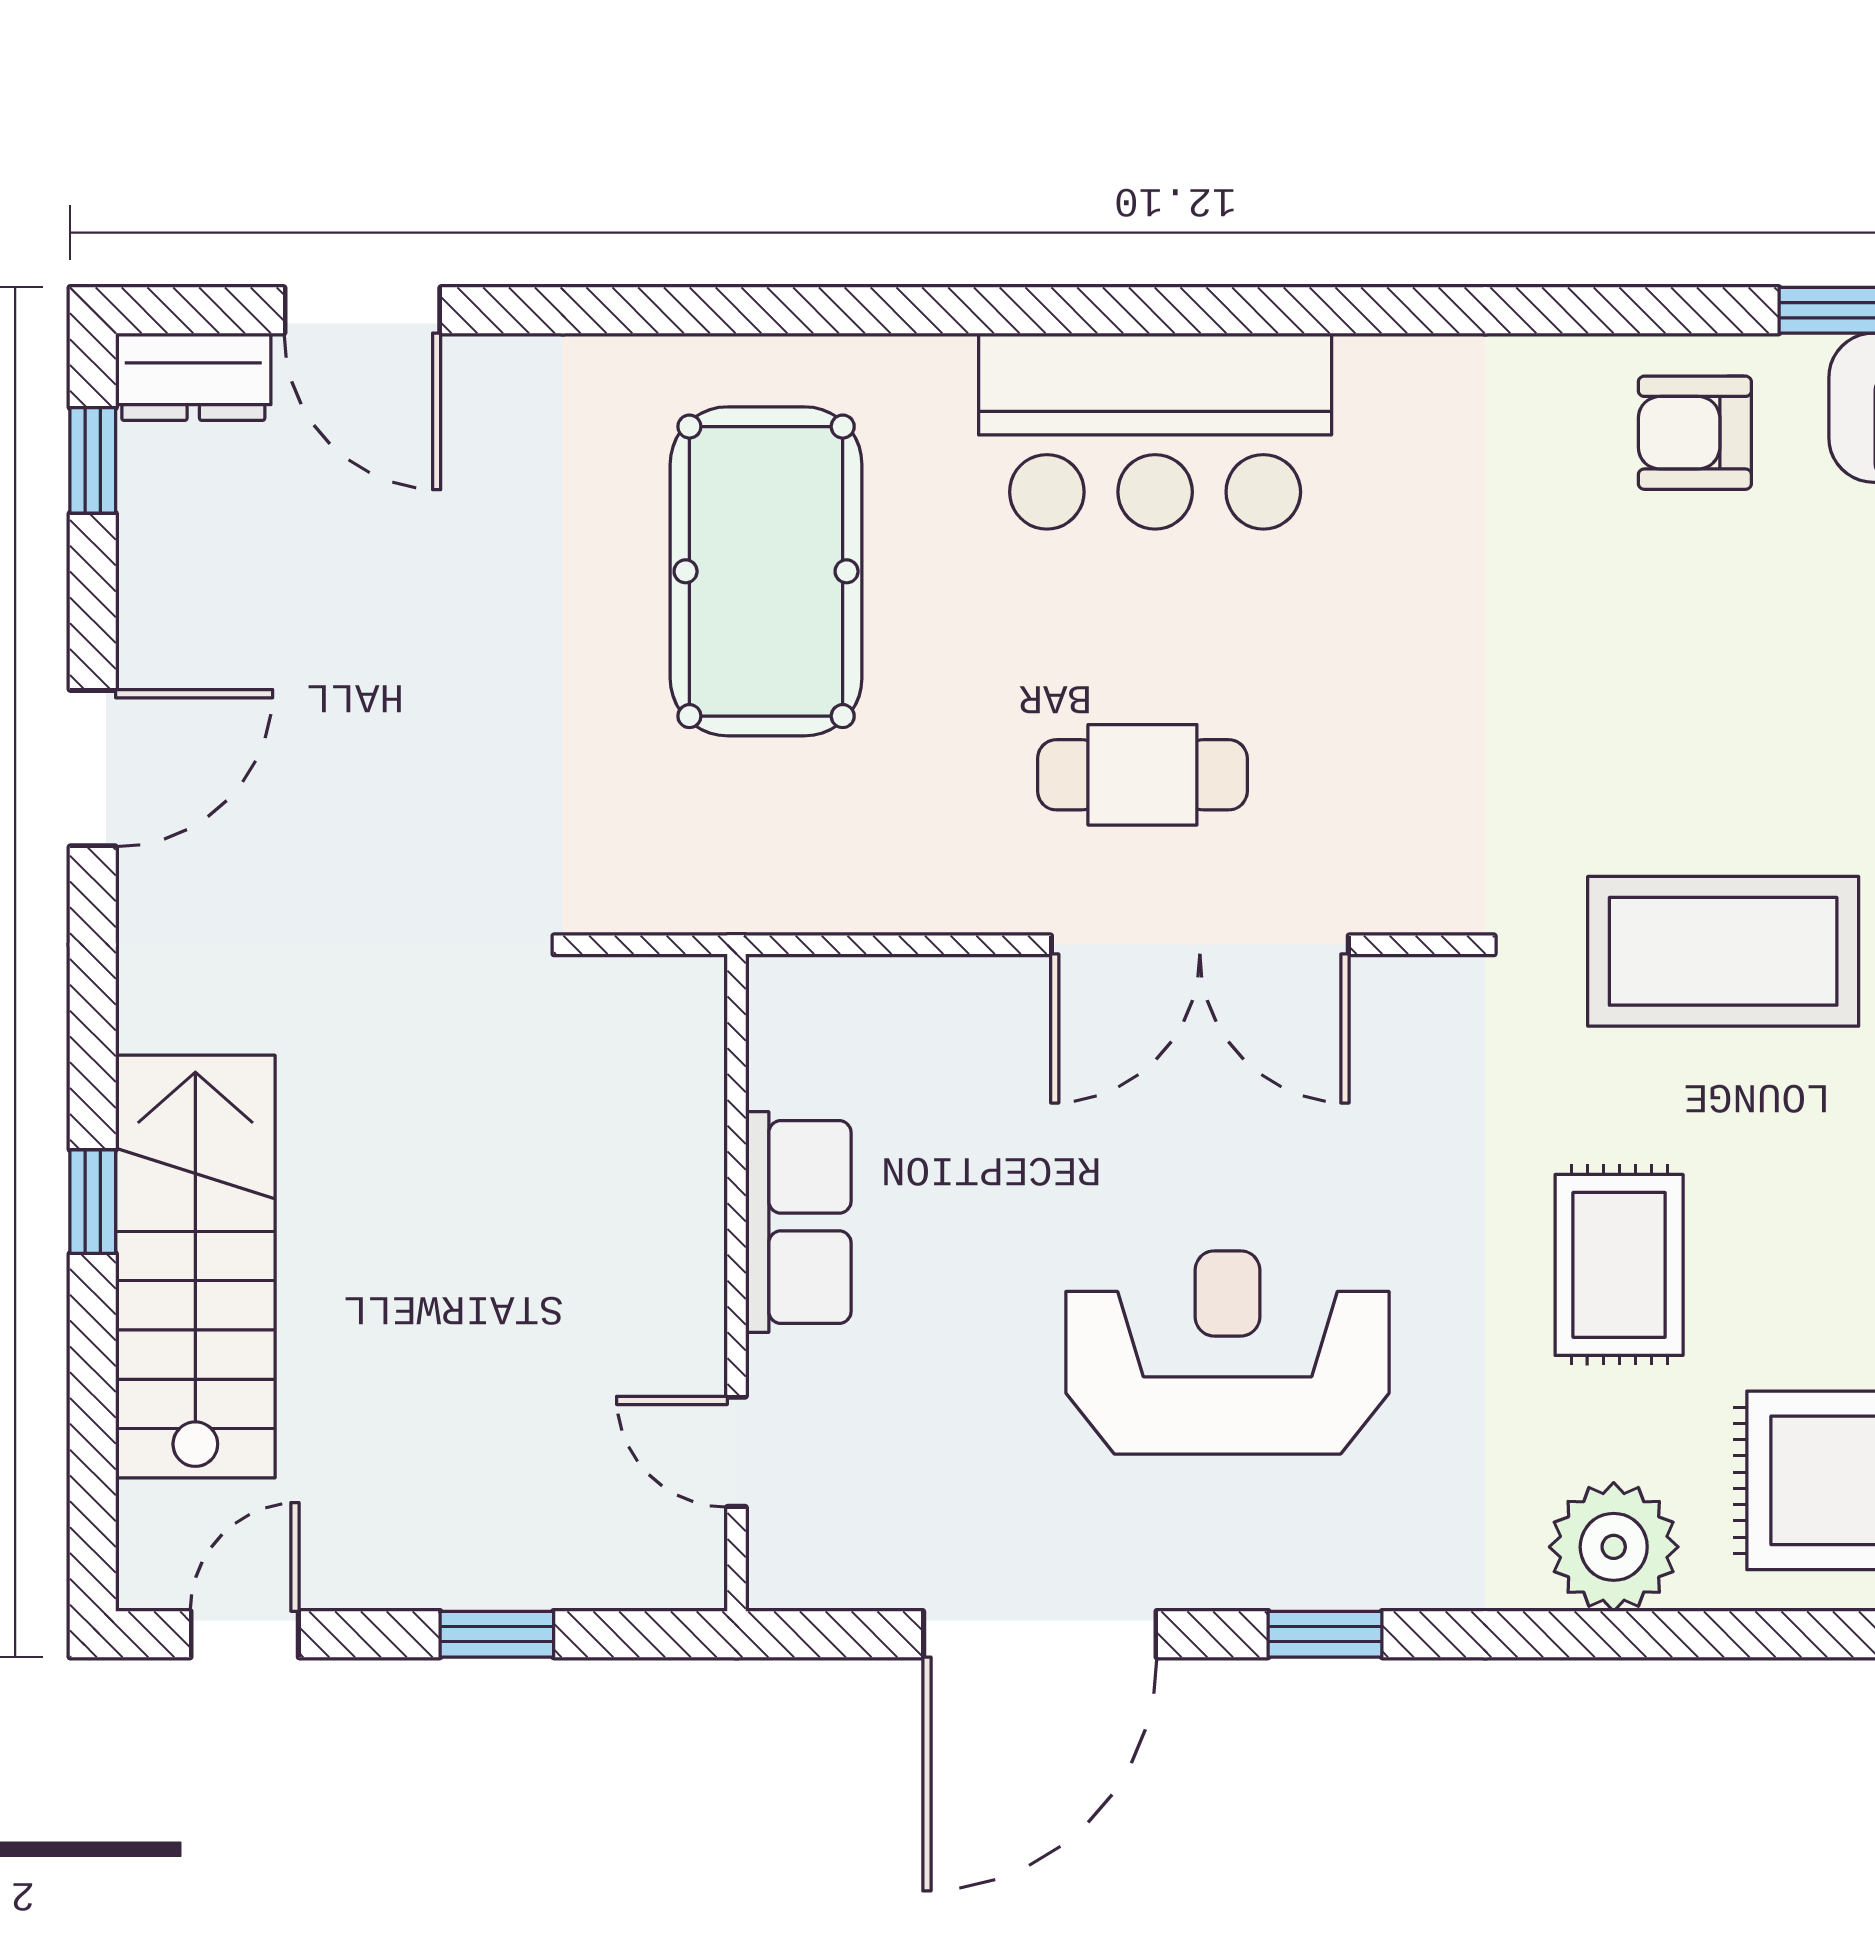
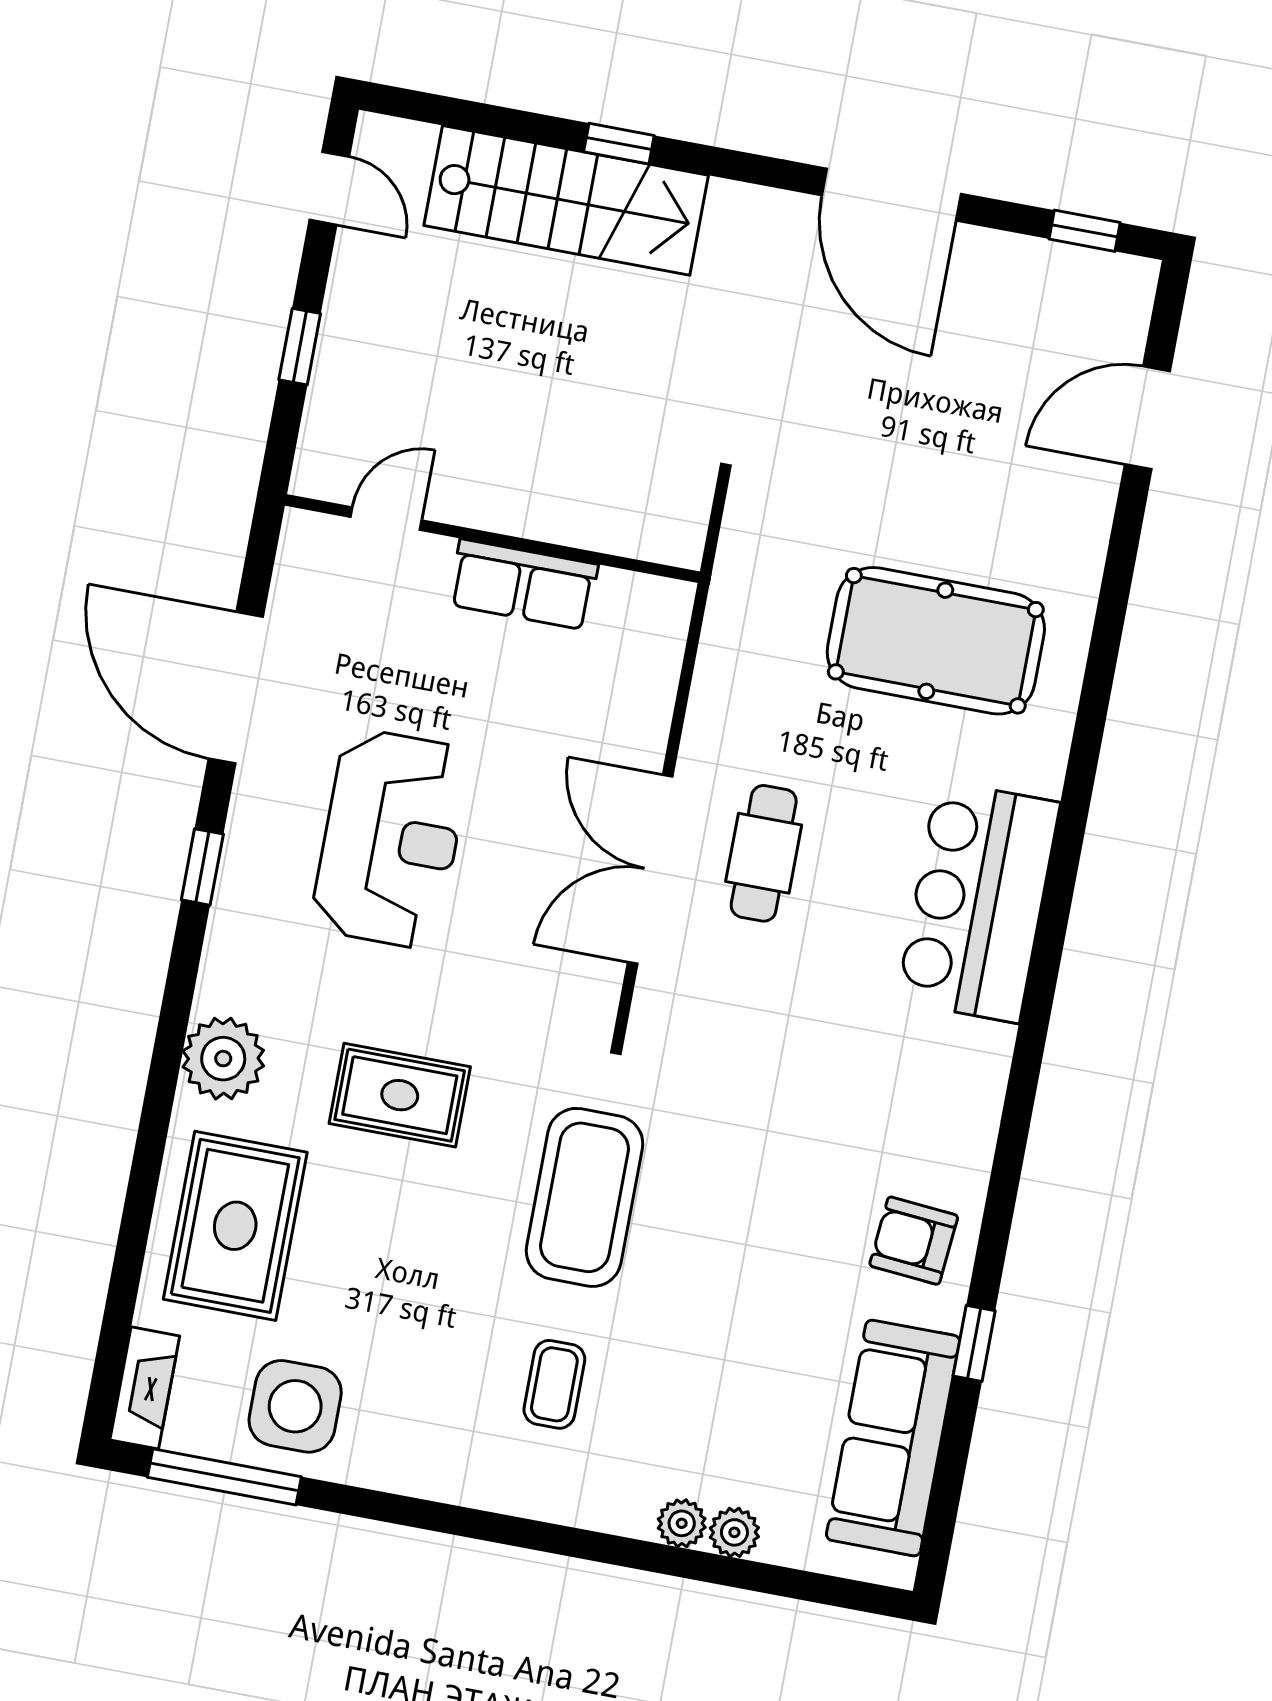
dresser: (193, 377) -> (1125, 304), removed
armchair: (1695, 433) -> (914, 1241), turned -85
door: (93, 768) -> (891, 195), width x1.36

